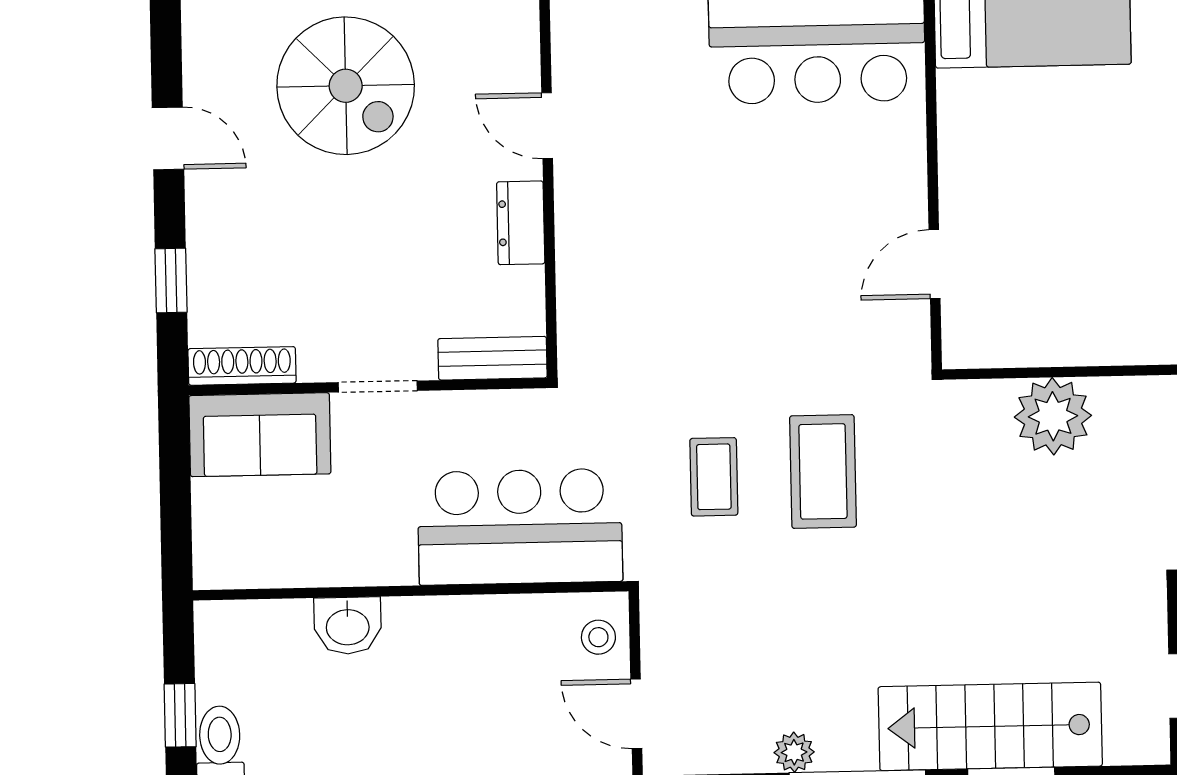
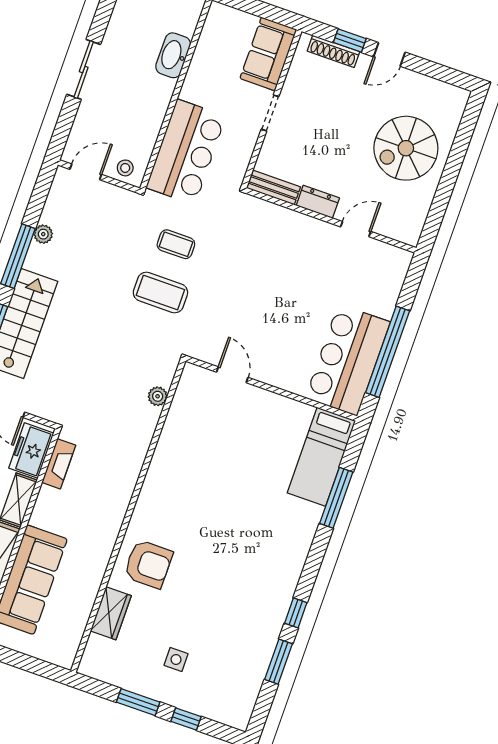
door: (168, 138) -> (389, 54), moved
bench: (492, 358) -> (274, 188), moved, turned 90
shoe rack: (242, 366) -> (333, 51), moved, turned 90
plant: (1053, 416) -> (158, 396), width x0.53, depth x0.53
washbasin: (348, 626) -> (173, 55), width x1.38

